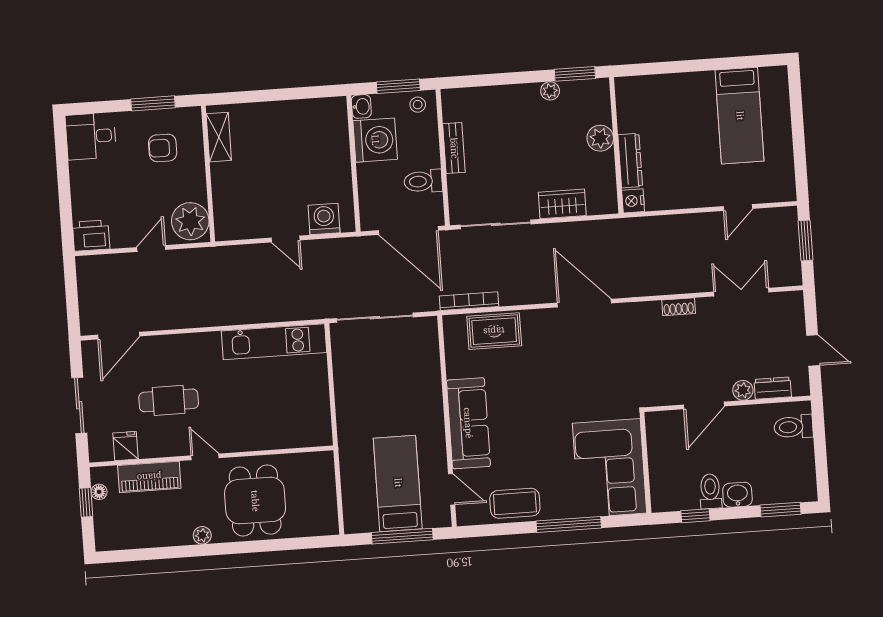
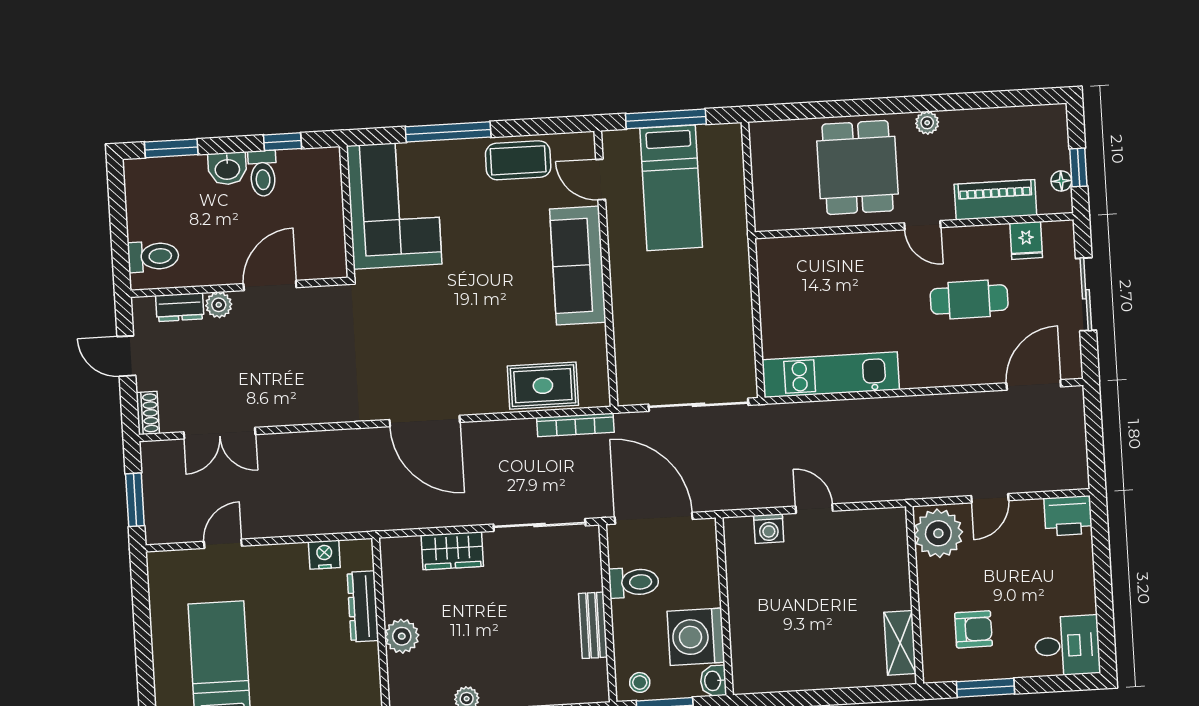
nightstand: (633, 201) -> (324, 555), moved, turned -90
washing machine: (324, 219) -> (769, 529), width x0.73, depth x0.73
shoe rack: (679, 307) -> (148, 413), moved, turned 90

